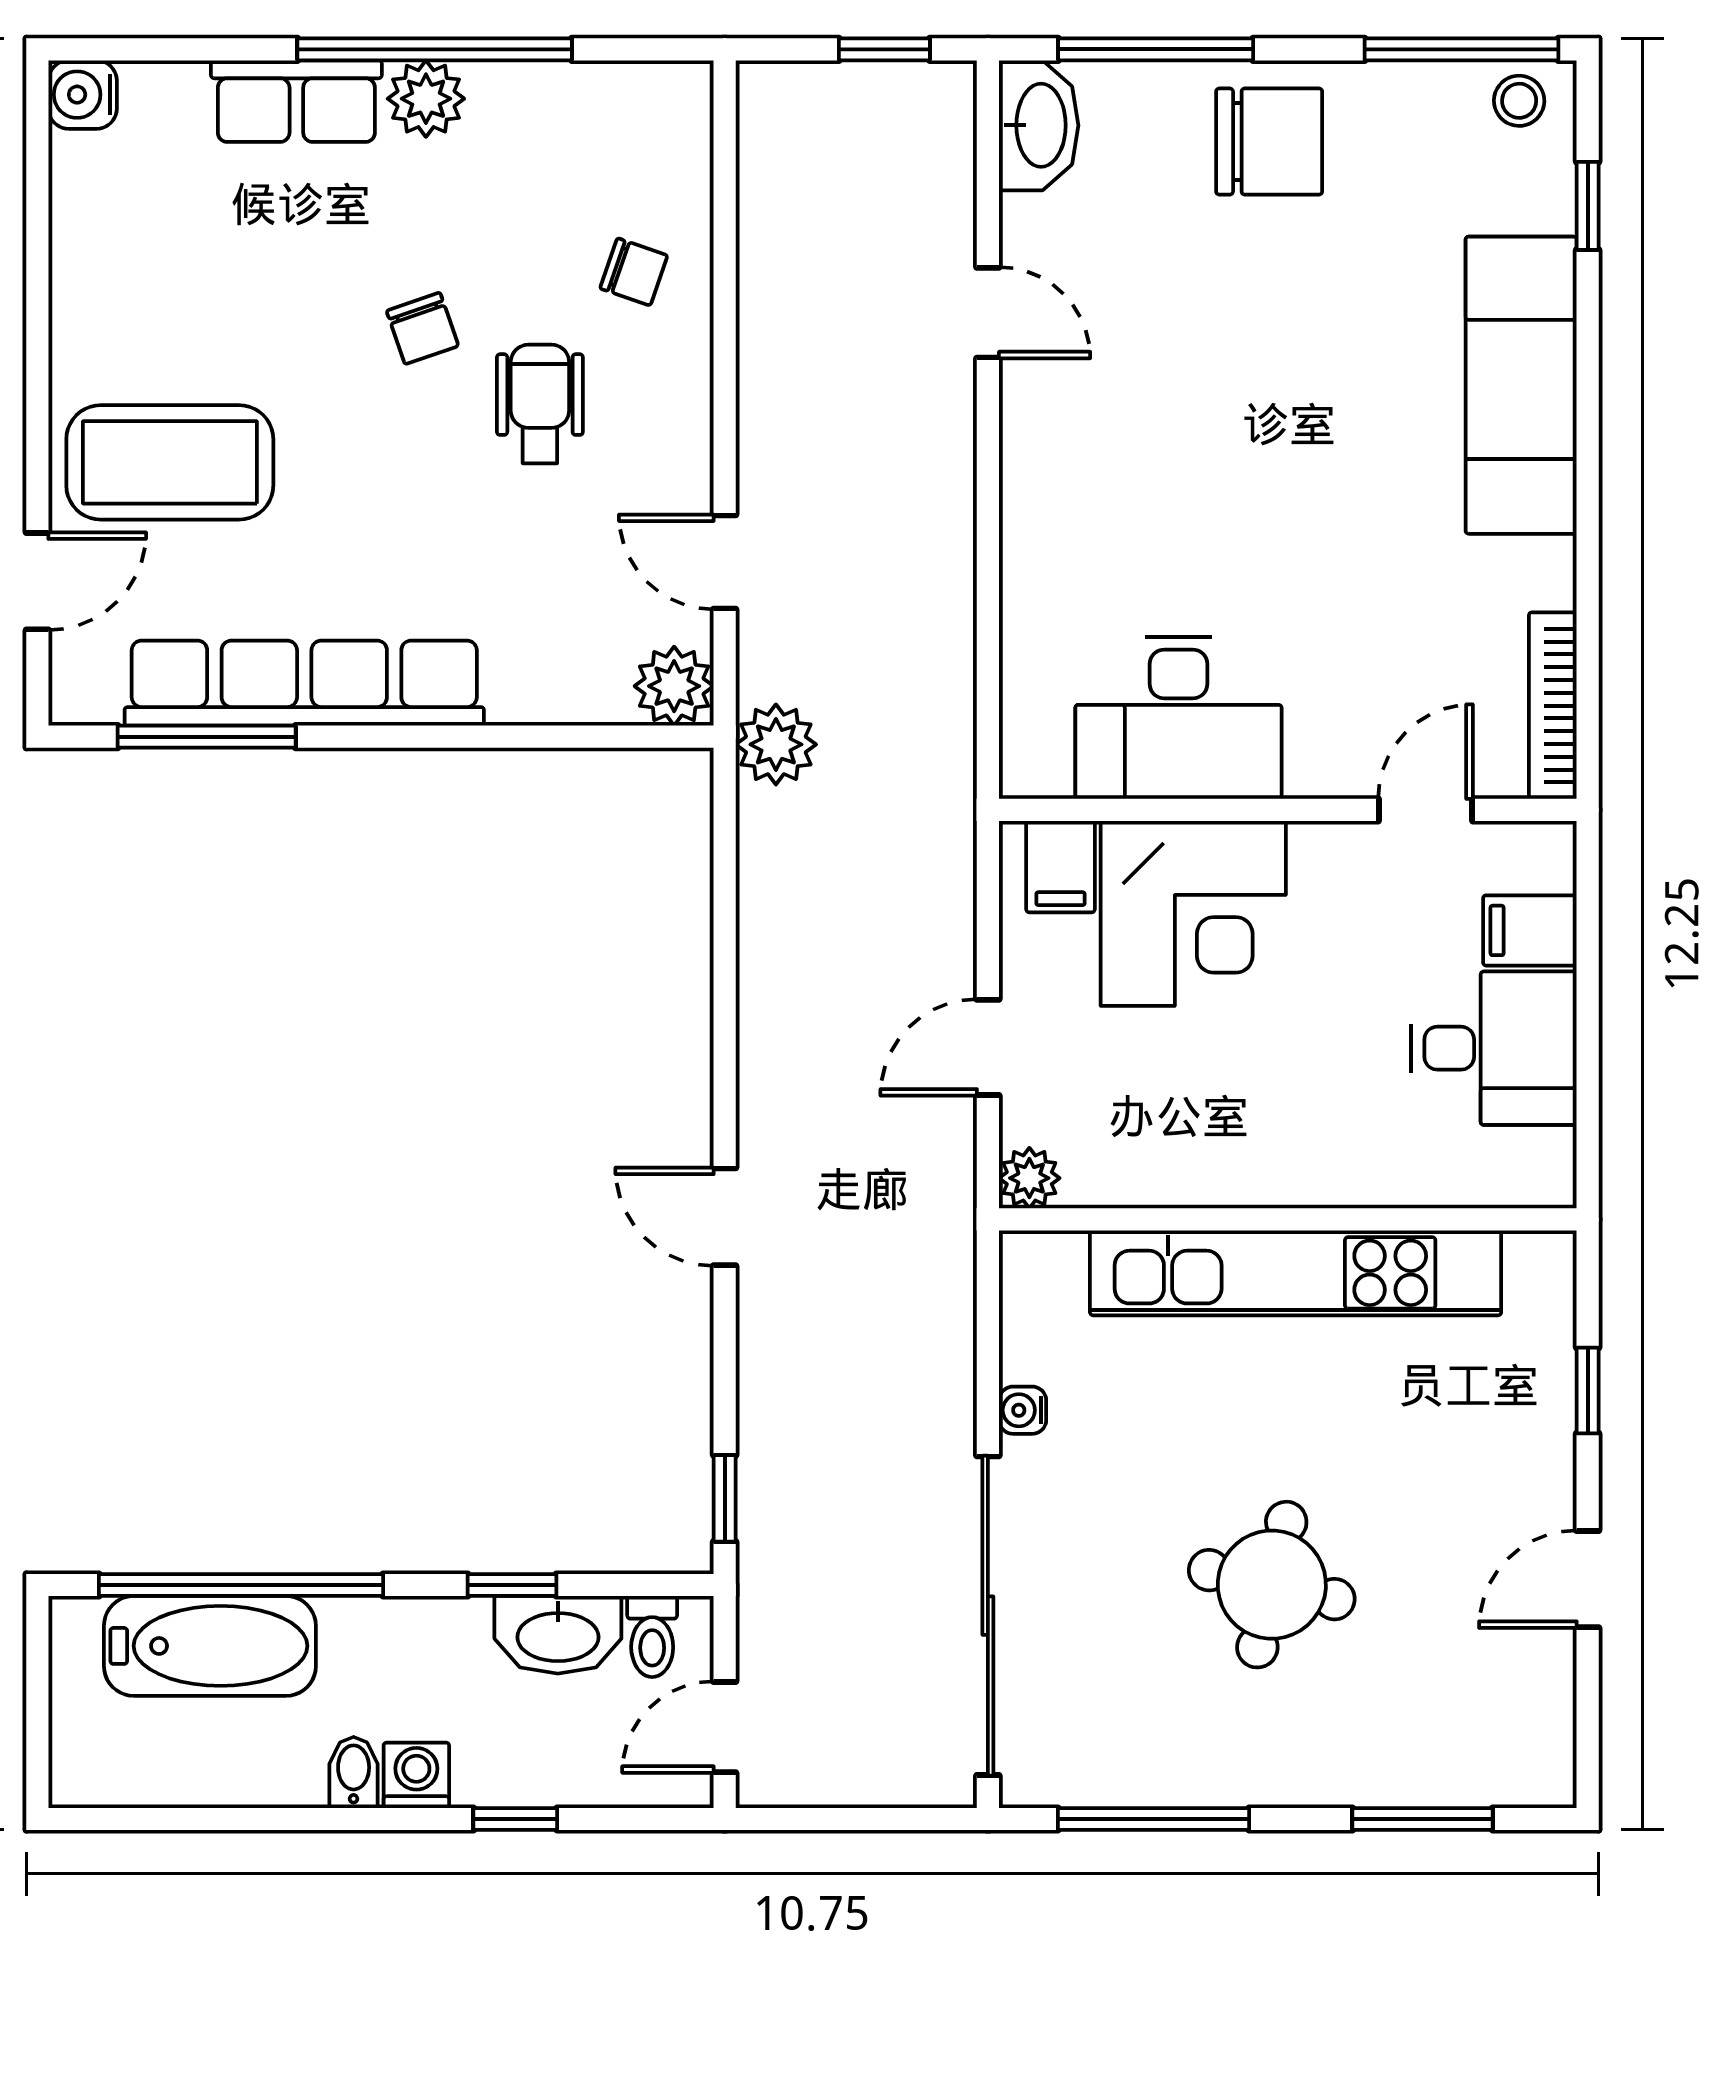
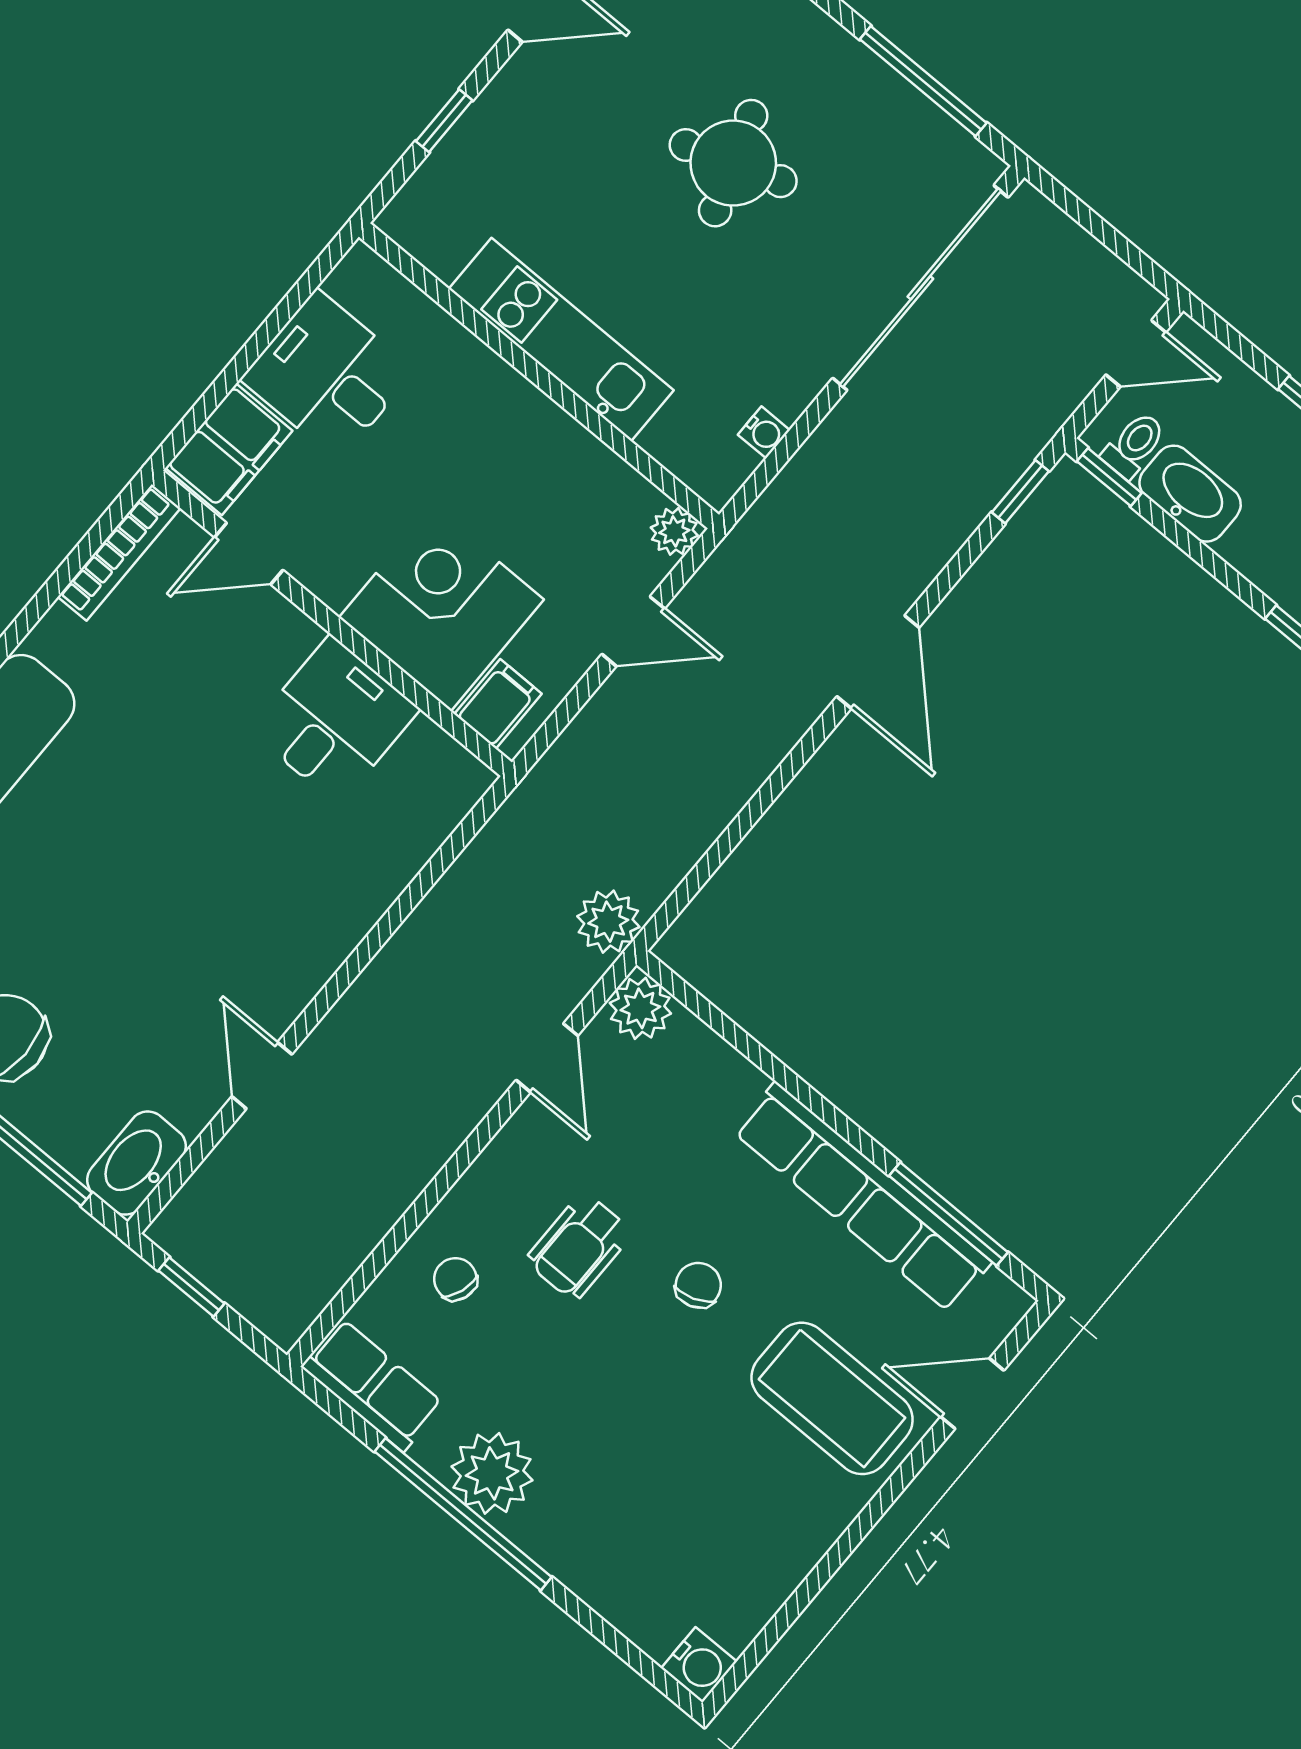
plant: (426, 99) -> (492, 1473), width x1.36, depth x1.36
row of seats: (296, 101) -> (372, 1385), moved
chair: (422, 328) -> (698, 1285), moved
desk: (1178, 718) -> (335, 720), width x0.73
filing cabinet: (1530, 930) -> (229, 449), width x2.00
door: (725, 1217) -> (878, 662), width x1.38
kitchen unit: (1296, 1273) -> (561, 340), width x0.73
water cooler: (1023, 1410) -> (764, 432), moved
window: (512, 1585) -> (1109, 477), moved
round table: (1272, 1585) -> (733, 163), turned -32

